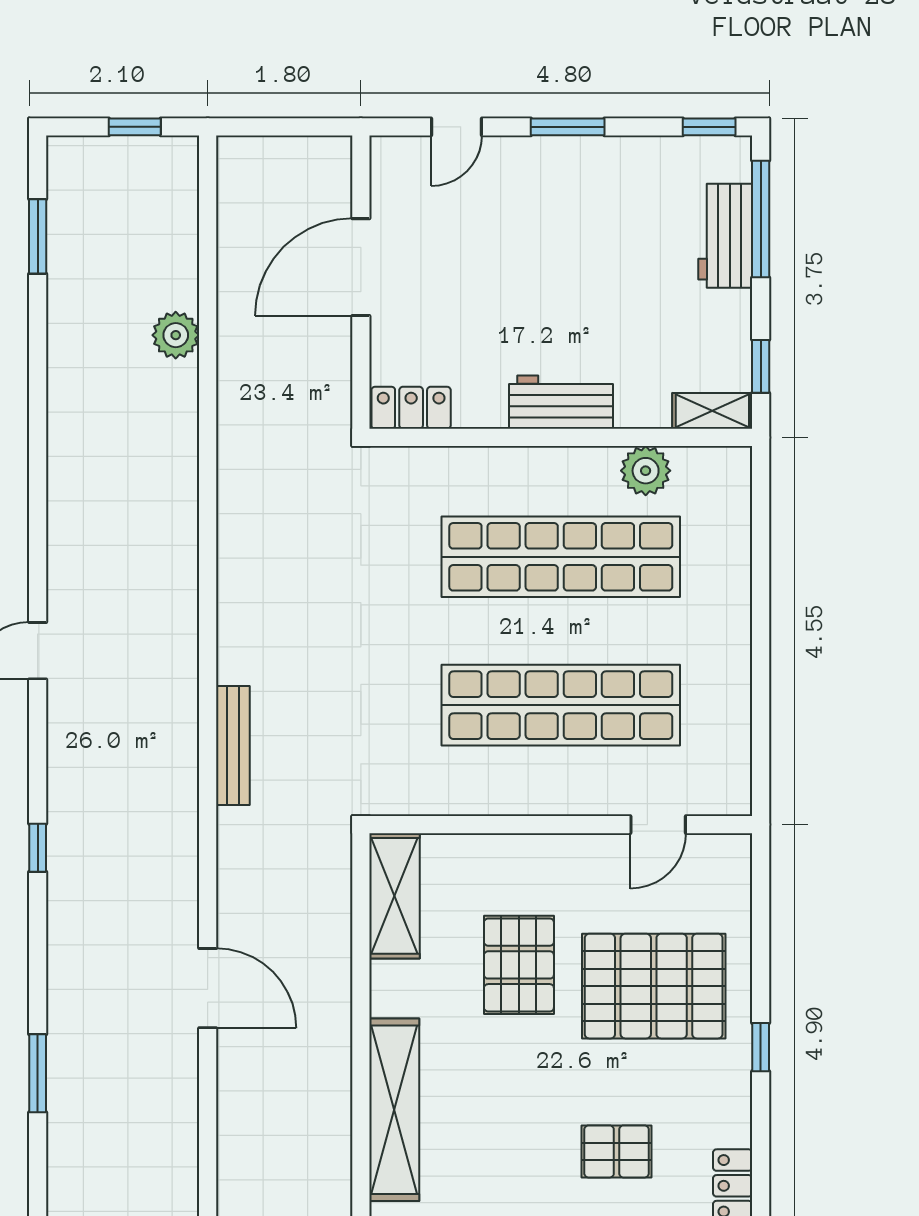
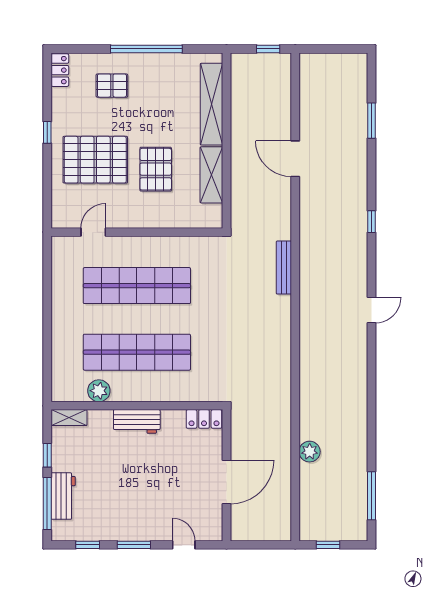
door: (456, 127) -> (184, 545), hinge flipped
window: (709, 127) -> (88, 545), moved
window: (38, 236) -> (371, 496), width x1.44
window: (761, 366) -> (47, 455), moved
shelving: (394, 896) -> (211, 175), moved

